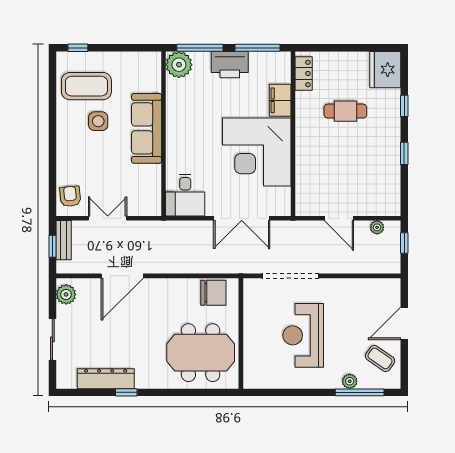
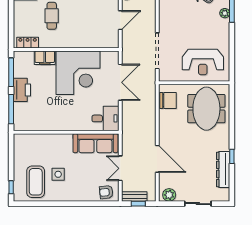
plant: (179, 65) -> (22, 123), removed
sofa: (147, 128) -> (95, 143), moved
chair: (213, 293) -> (168, 100), turned 90
reception desk: (303, 335) -> (203, 62), moved

